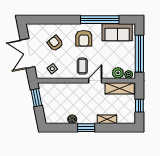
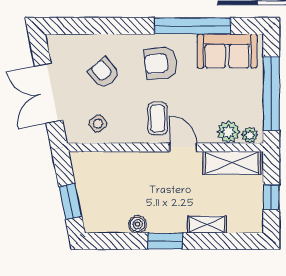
armchair: (84, 38) -> (161, 63), turned 84
door: (95, 81) -> (183, 147), hinge flipped
window: (36, 98) -> (70, 201), moved

